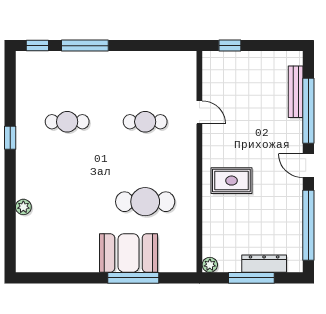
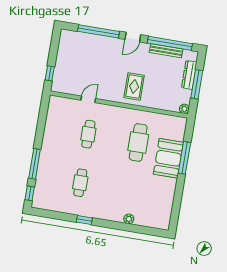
bench: (296, 92) -> (166, 51), moved

